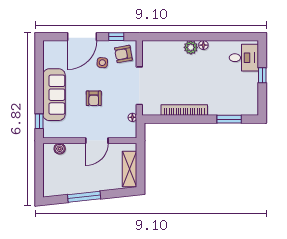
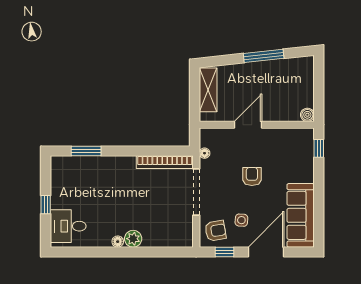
sofa: (54, 95) -> (301, 215), moved
bookcase: (184, 110) -> (165, 162), moved
boiler: (60, 149) -> (307, 115), moved

